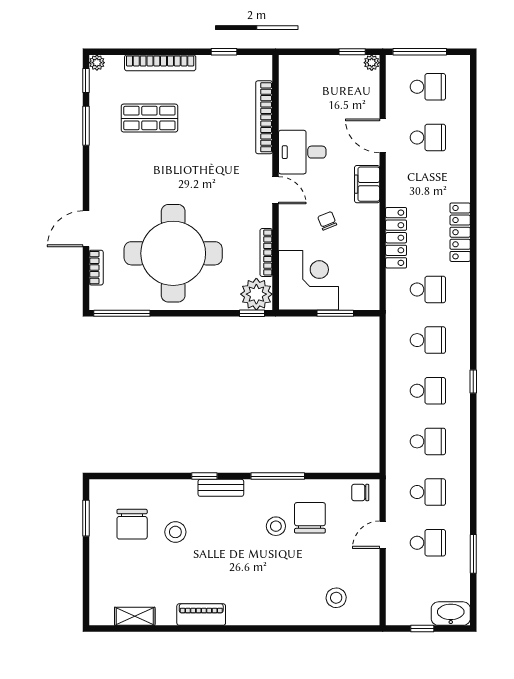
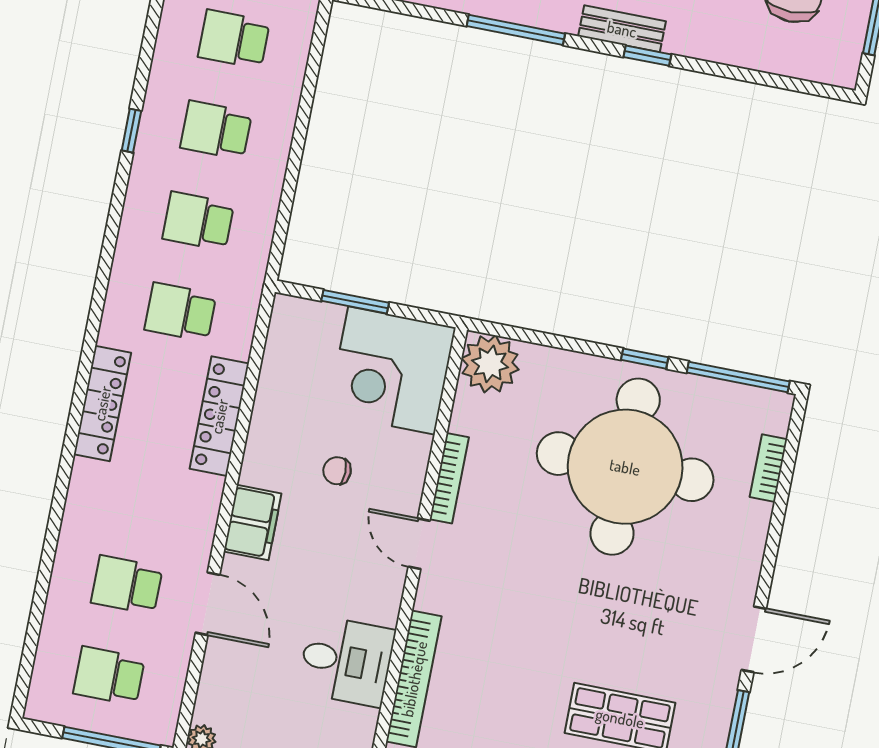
desk: (302, 152) -> (346, 661), moved
chair: (327, 221) -> (337, 471), turned 112
door: (86, 229) -> (754, 639), moved
bookcase: (266, 252) -> (449, 478), moved
window: (252, 313) -> (645, 359), moved

